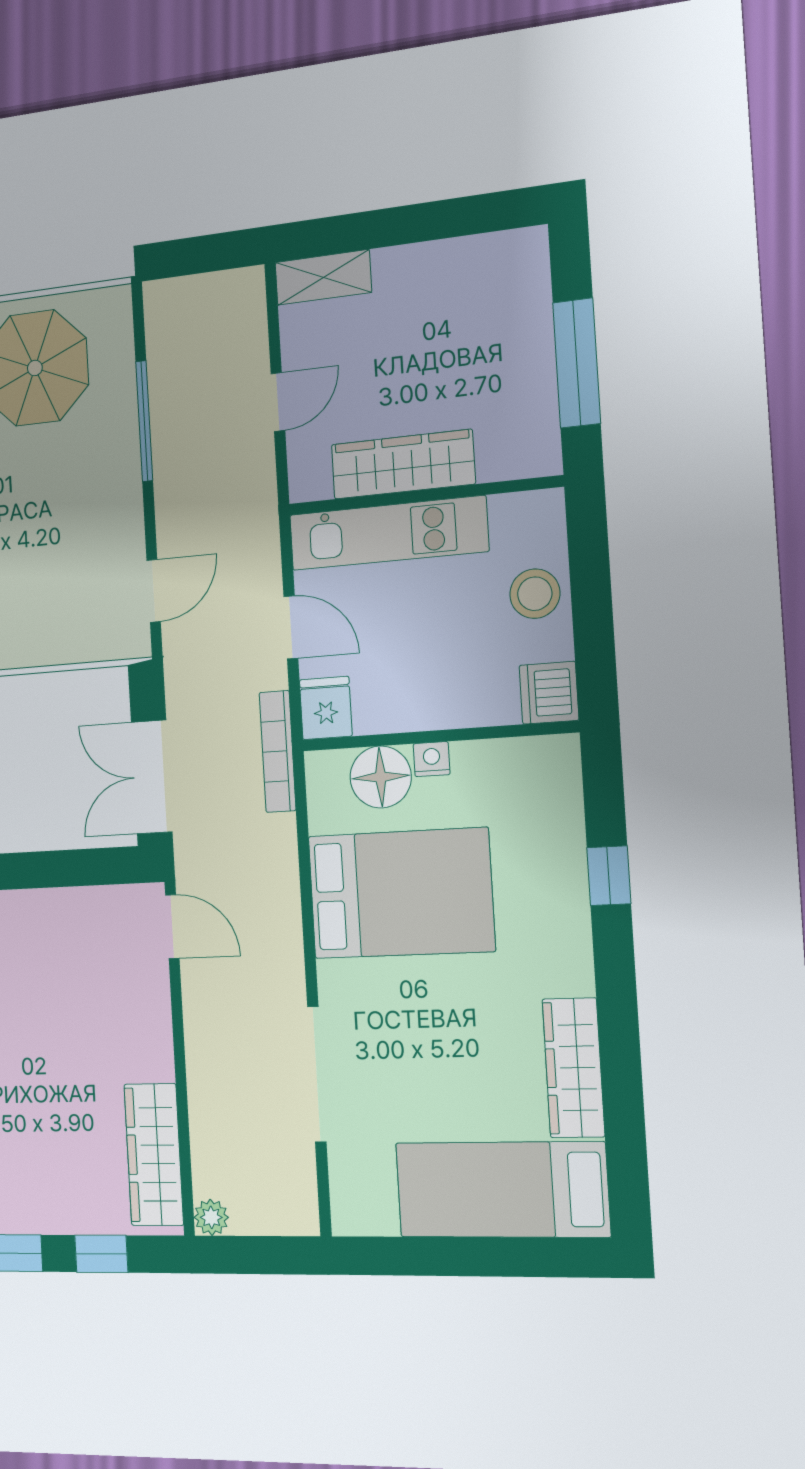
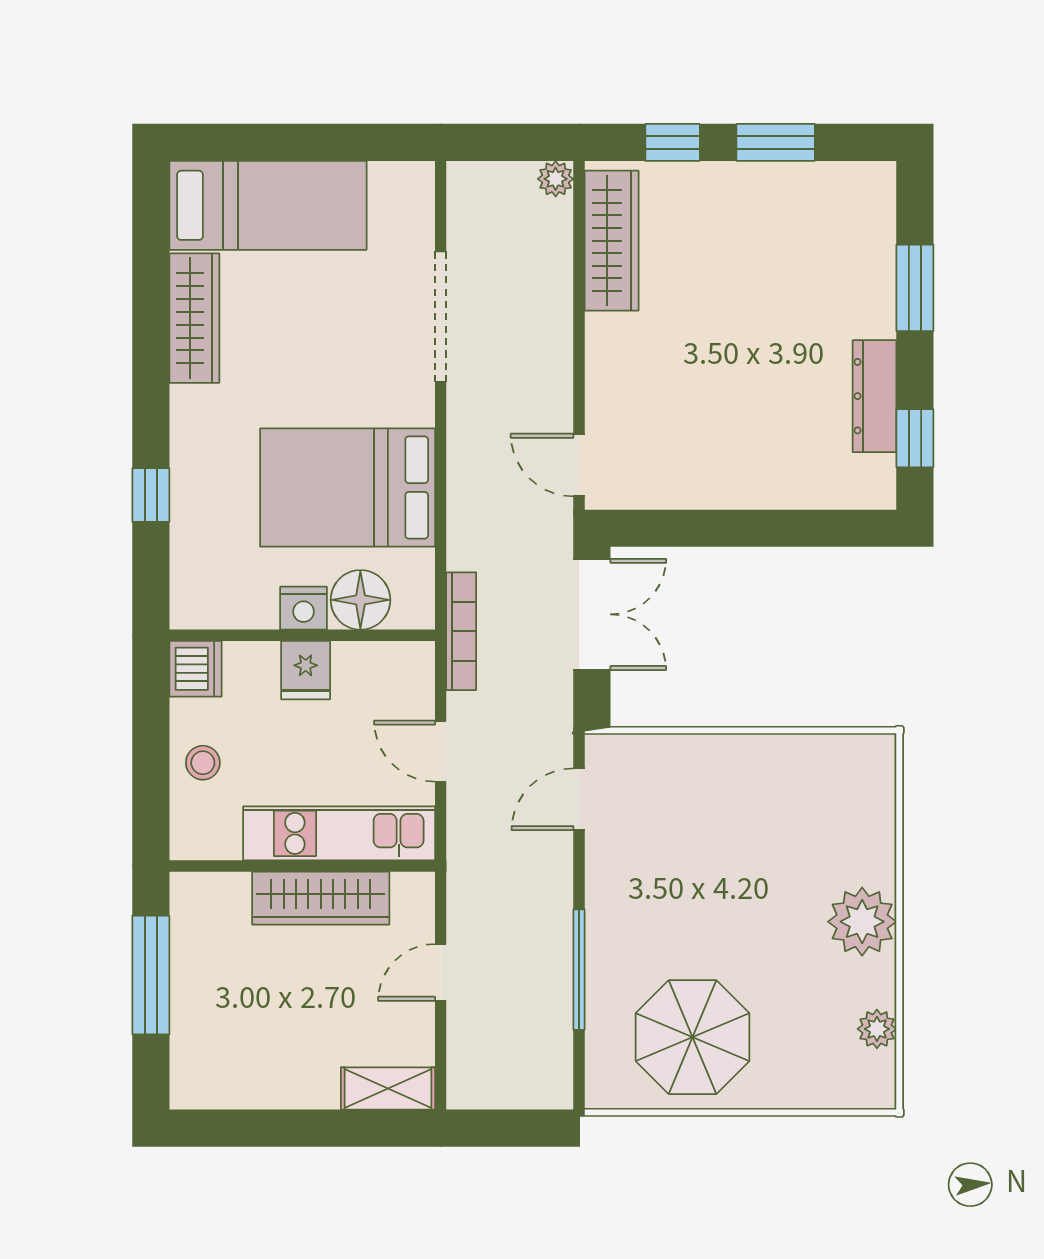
stool: (535, 594) -> (203, 763), width x0.73, depth x0.73
fridge: (326, 708) -> (306, 670), moved
nightstand: (432, 759) -> (304, 608), width x1.39, depth x1.35

